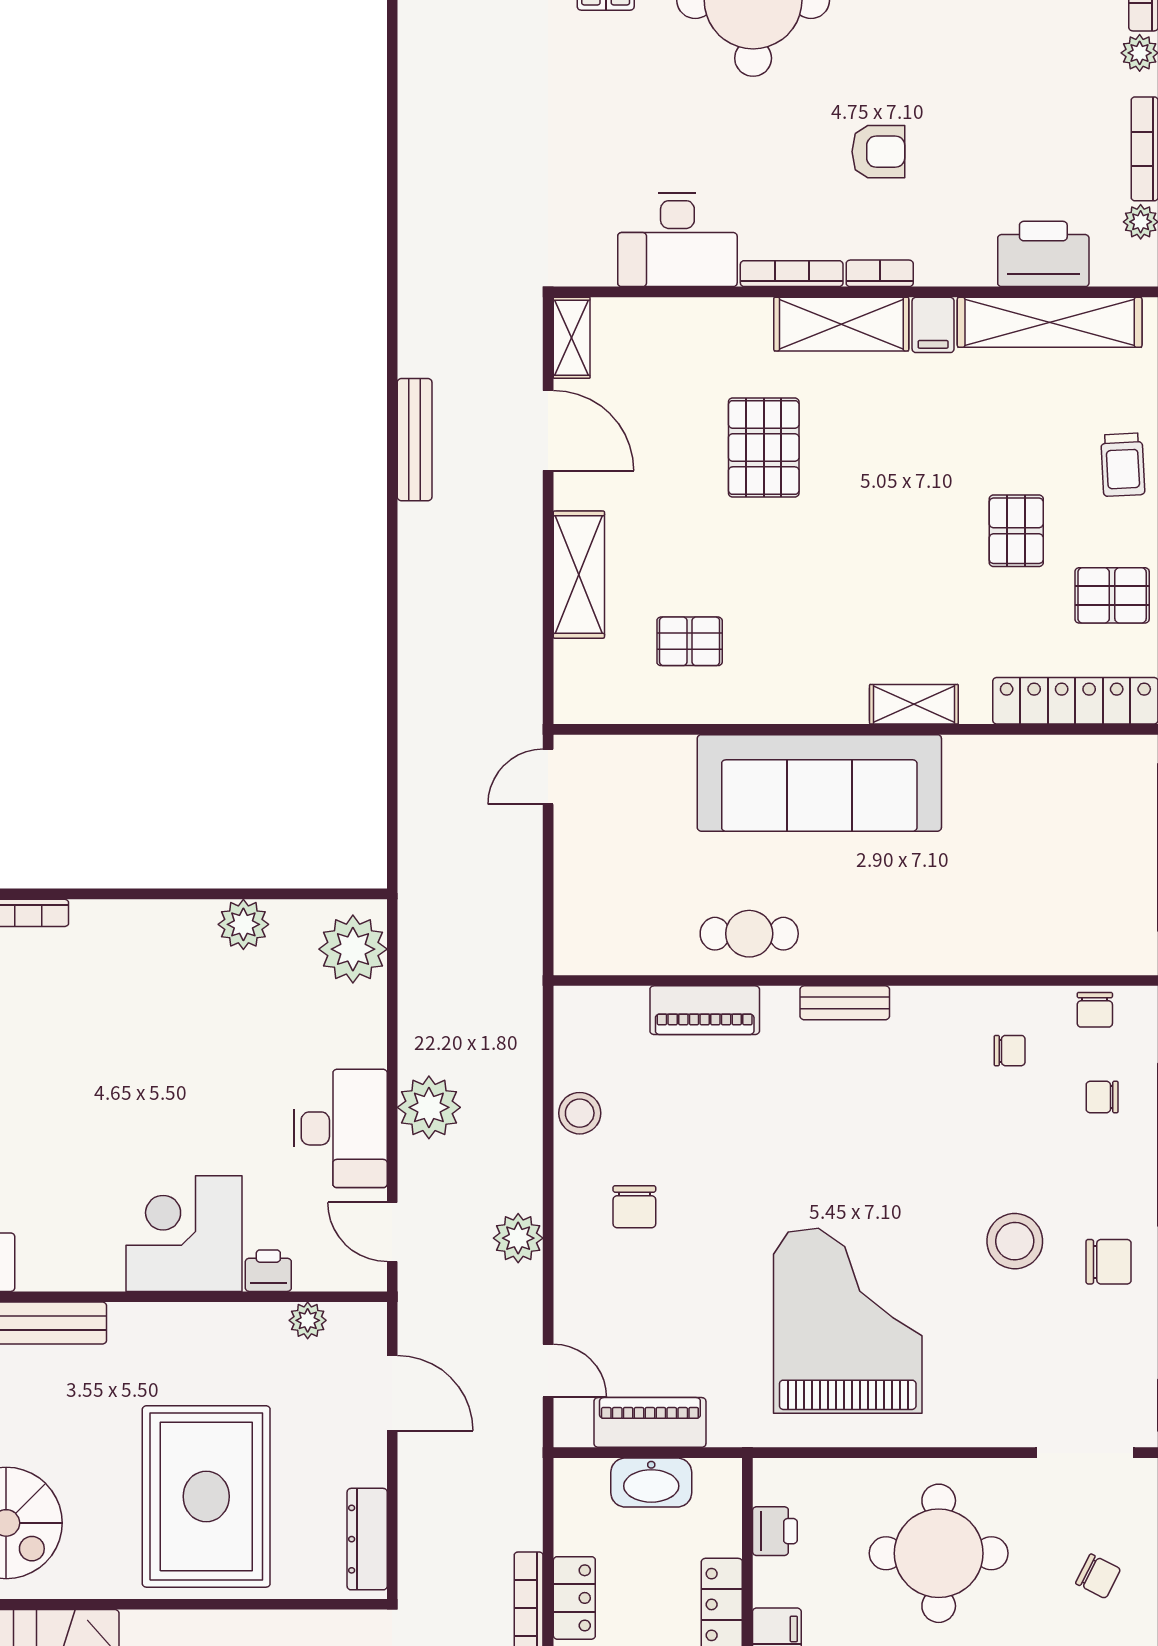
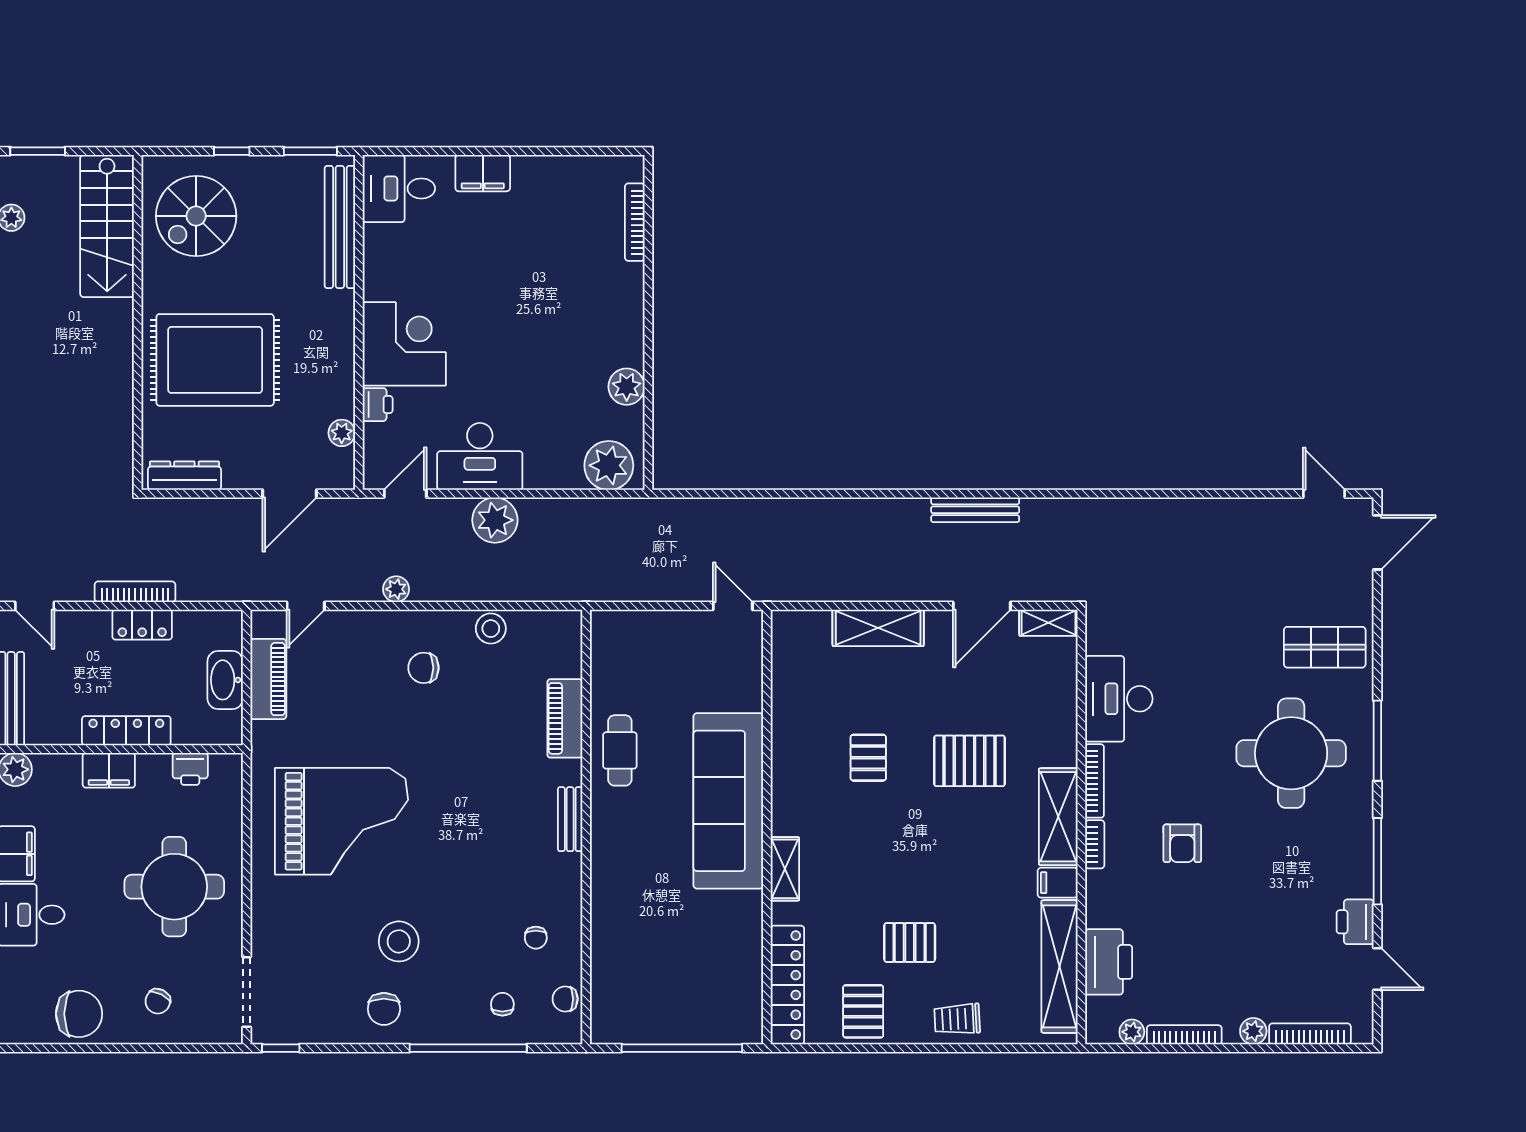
pallet: (690, 641) -> (868, 758), moved
plant: (518, 1238) -> (396, 589), width x0.73, depth x0.73

